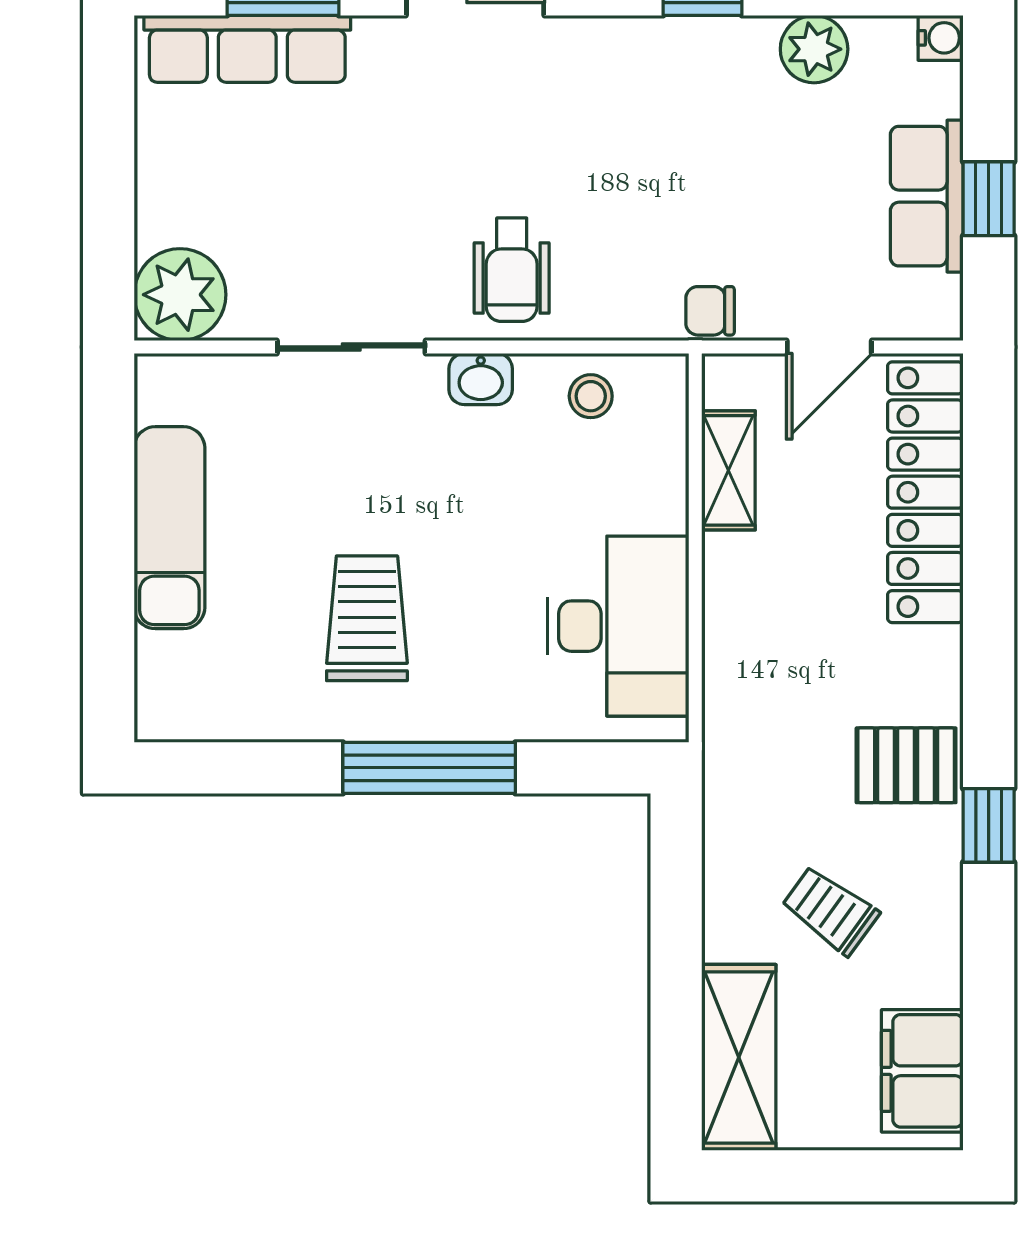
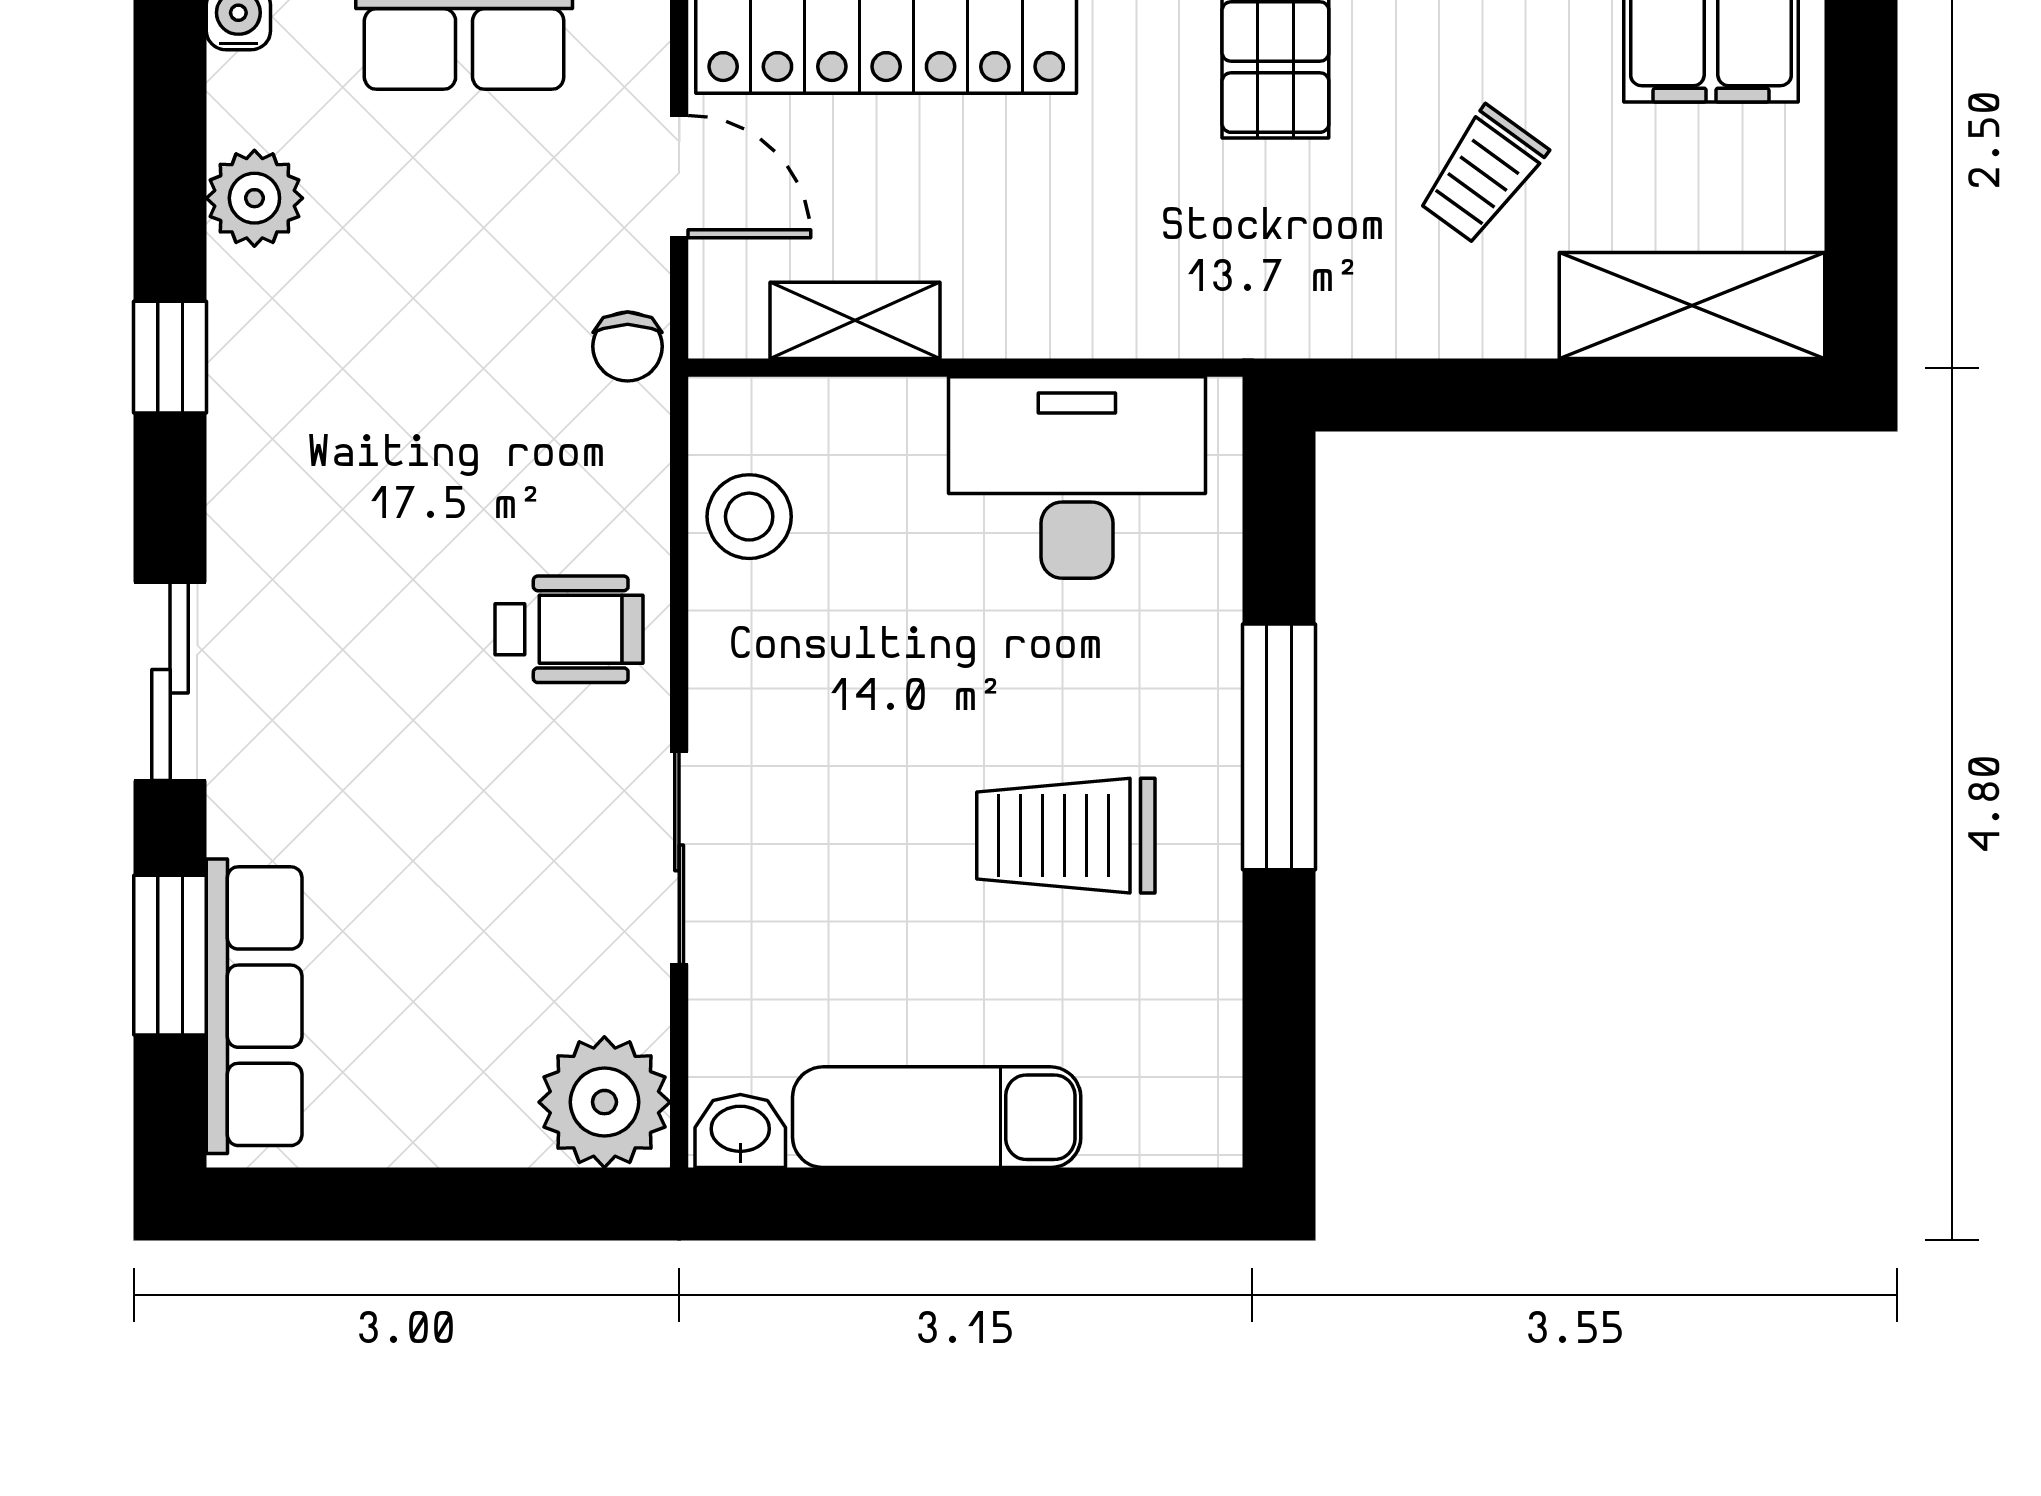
washbasin: (481, 379) -> (740, 1131), moved, turned -90
stool: (591, 396) -> (749, 517), width x1.37, depth x1.37

